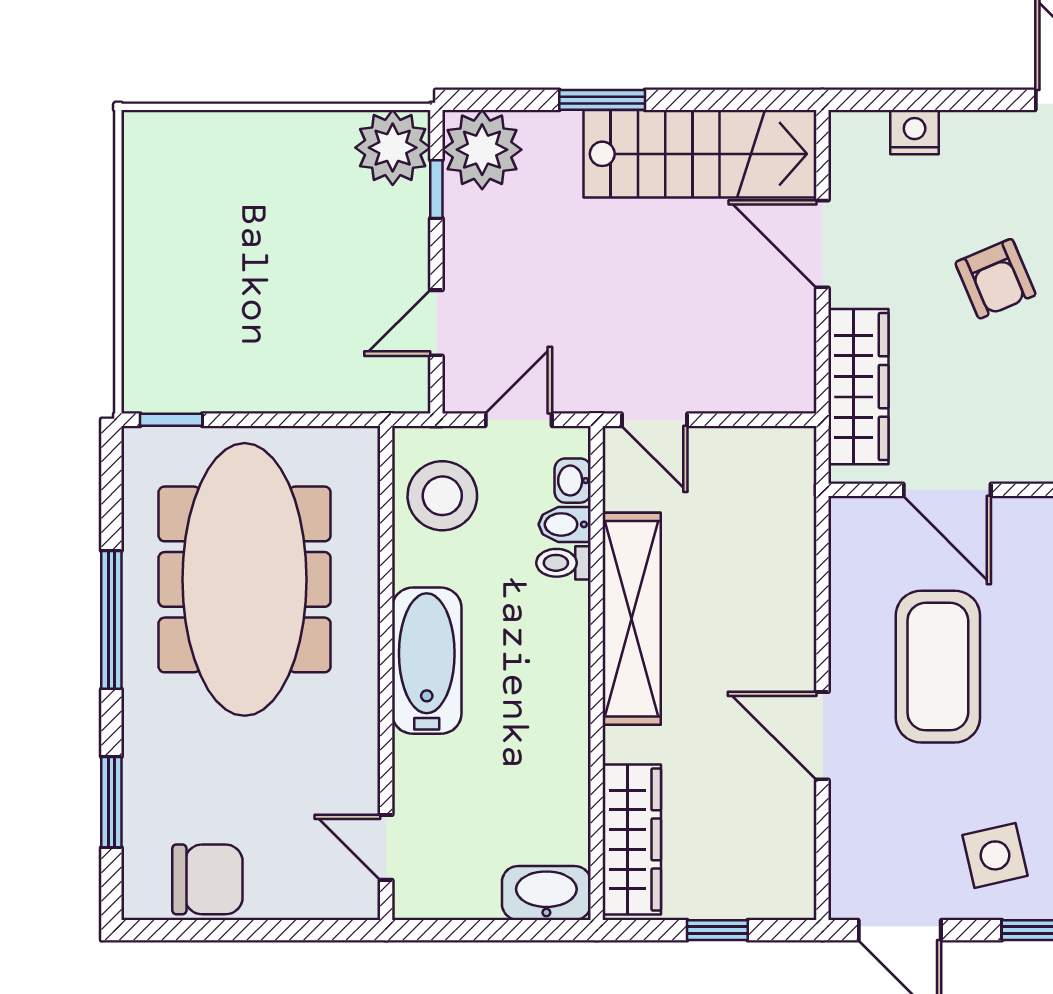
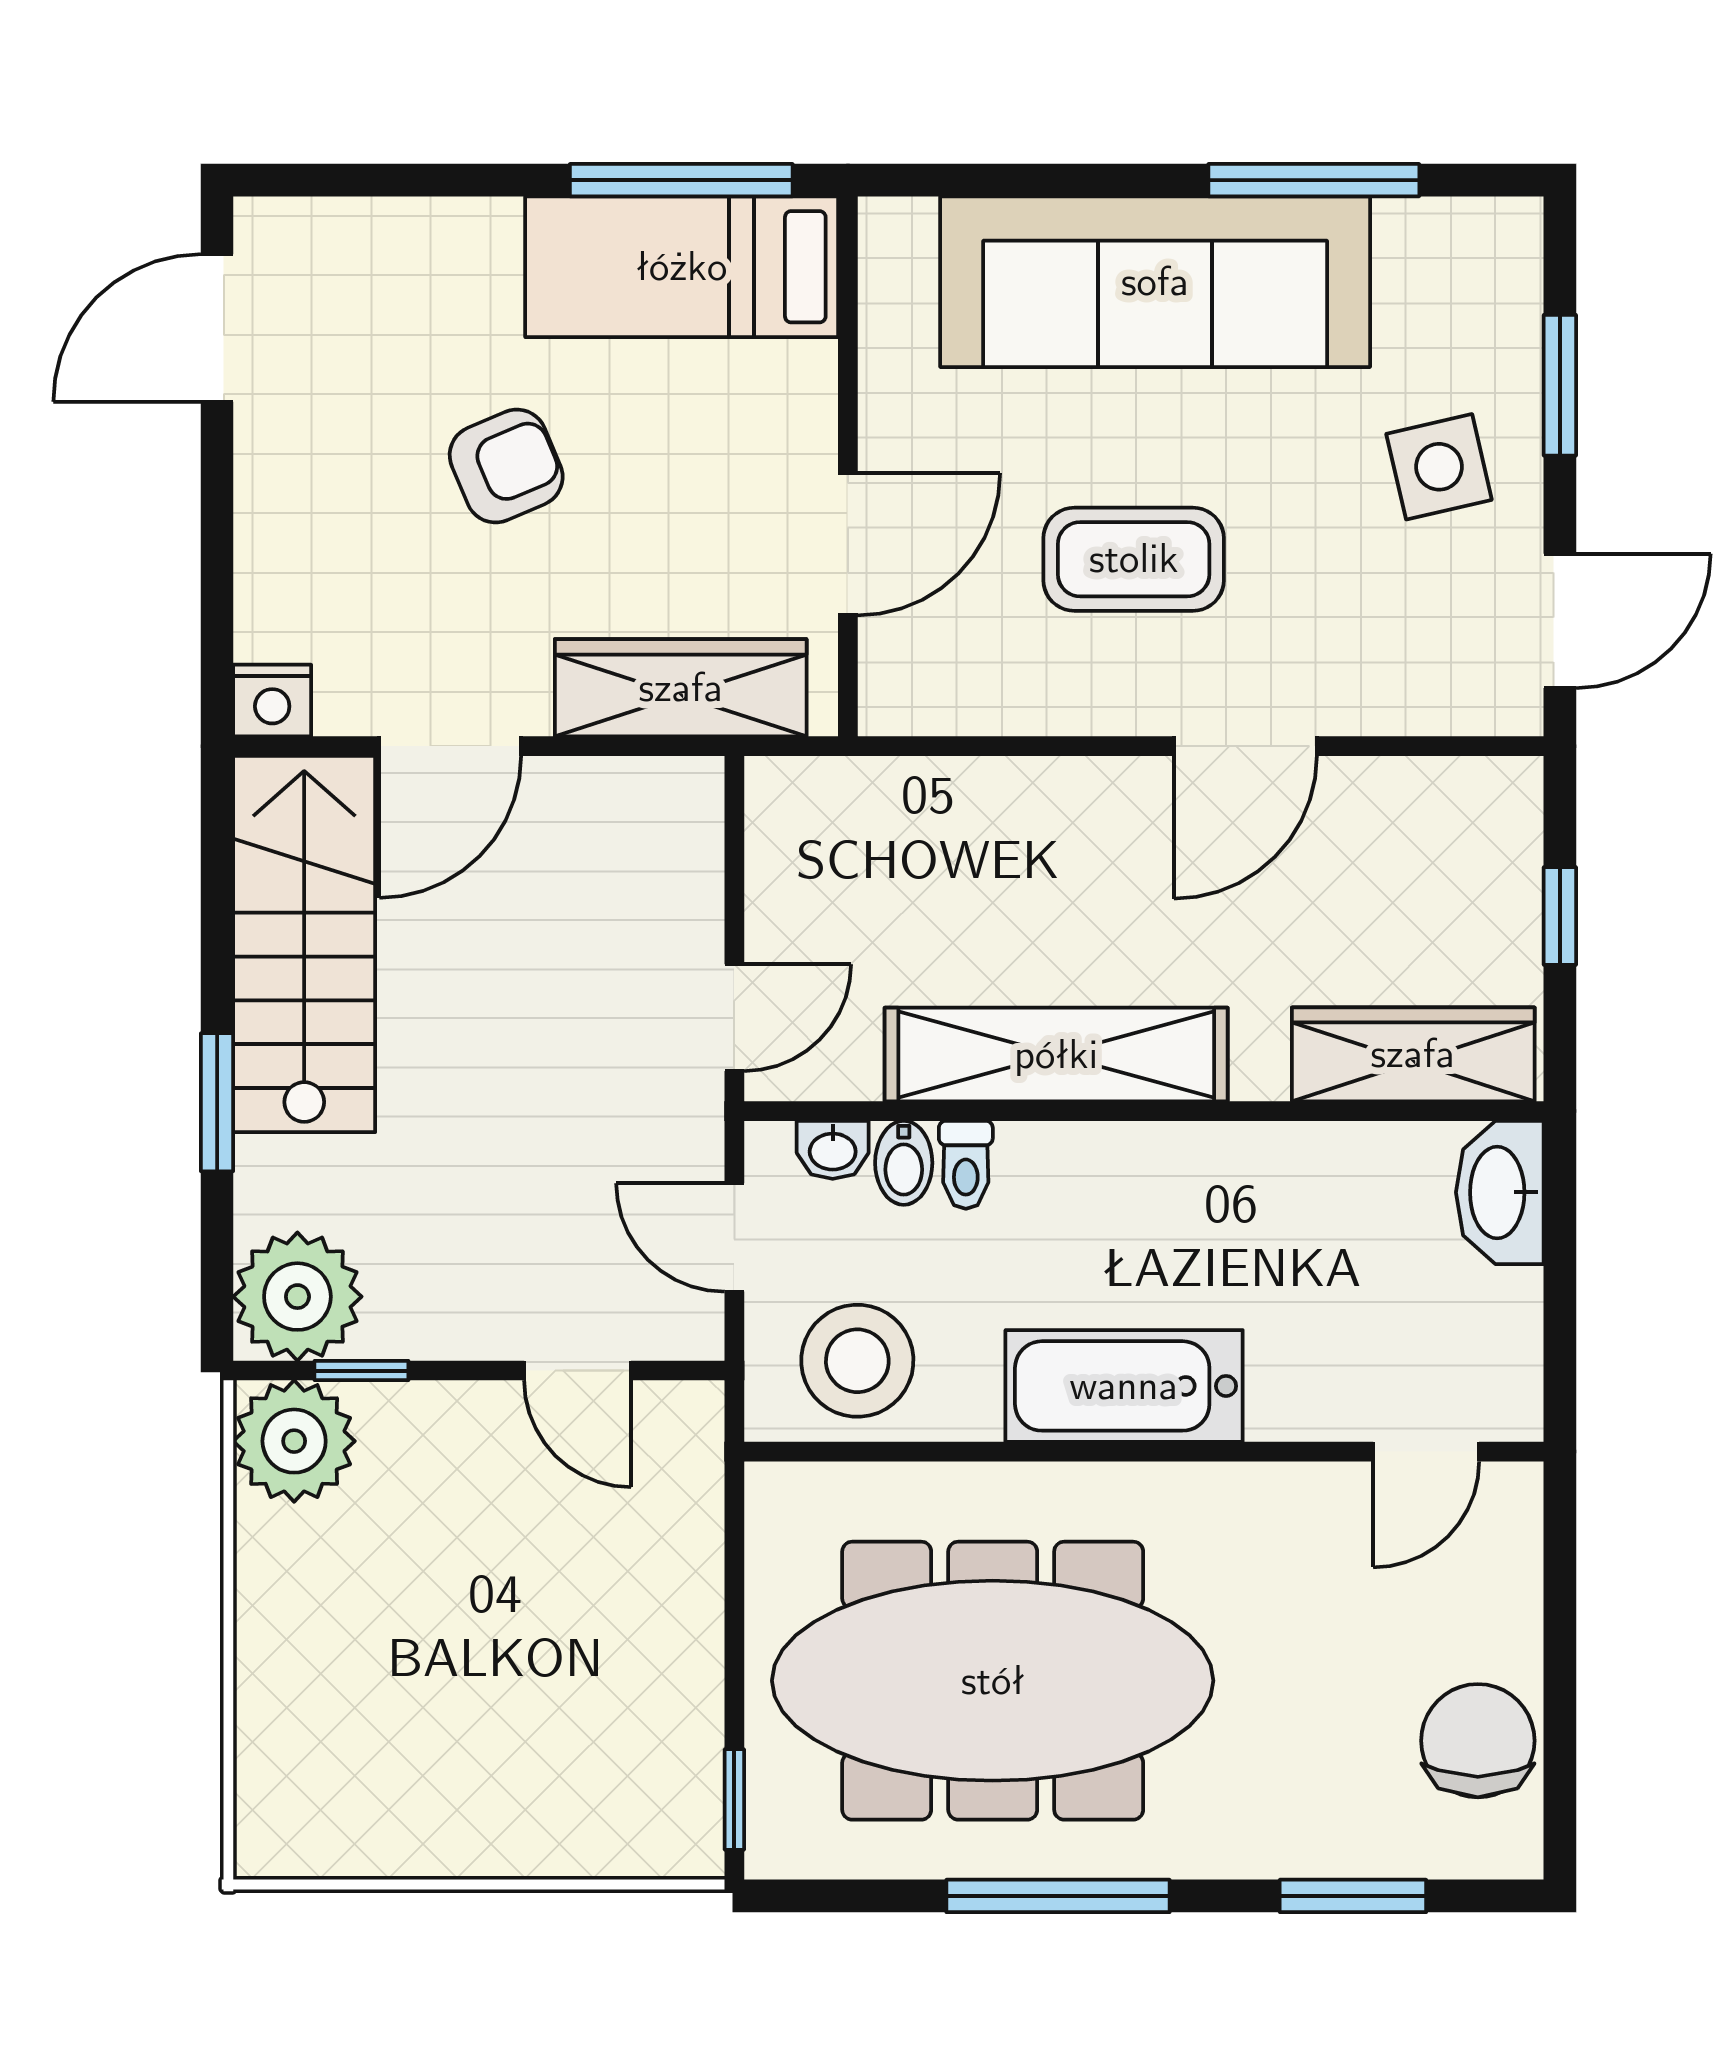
nightstand: (915, 132) -> (272, 701), moved, turned -90
coffee table: (938, 667) -> (1134, 559), width x0.73, depth x0.76

